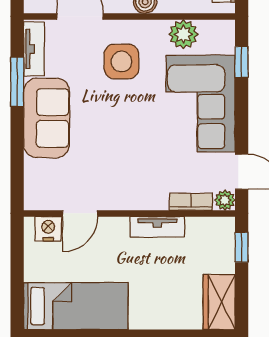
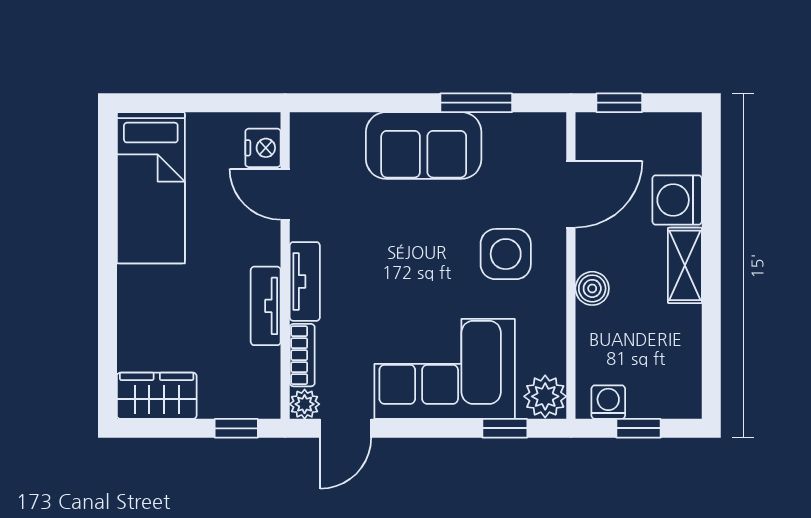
plant: (183, 34) -> (545, 396), moved
tv unit: (34, 49) -> (305, 281), moved, turned -90

